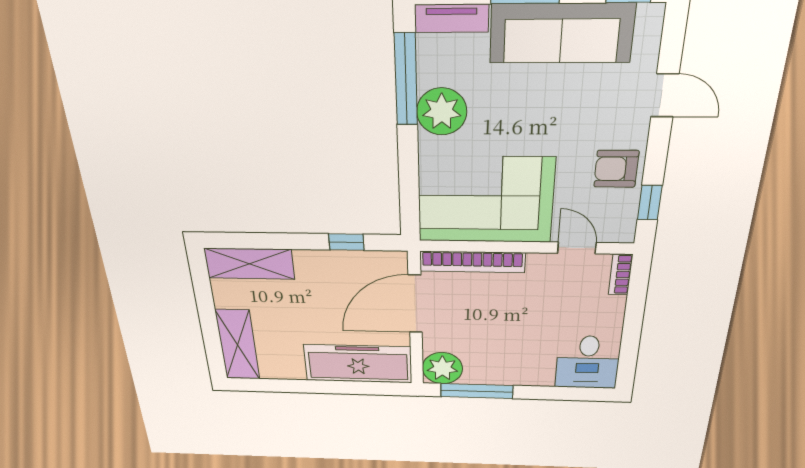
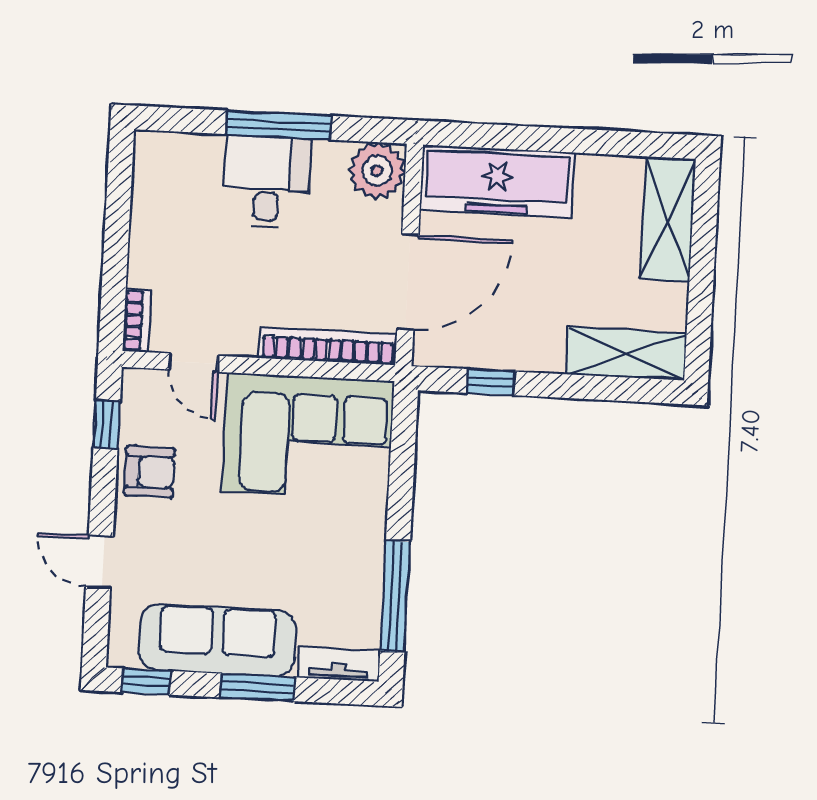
plant: (442, 112) -> (356, 555), removed
desk: (588, 362) -> (267, 182), moved
window: (477, 391) -> (279, 125), moved

